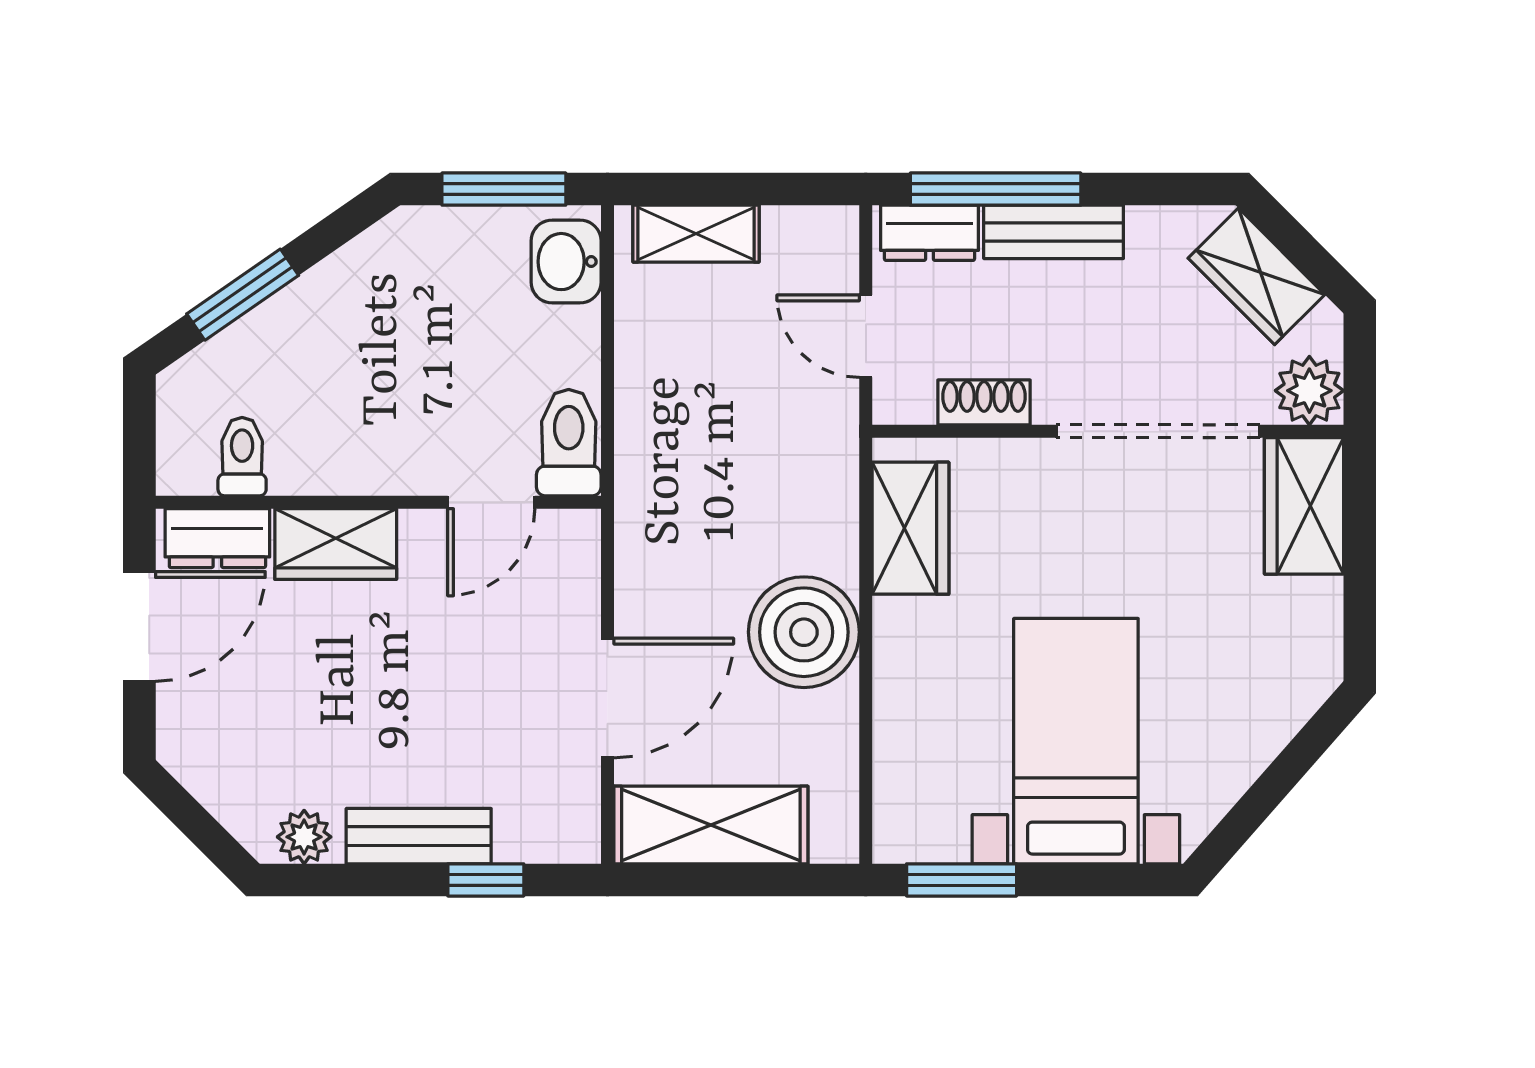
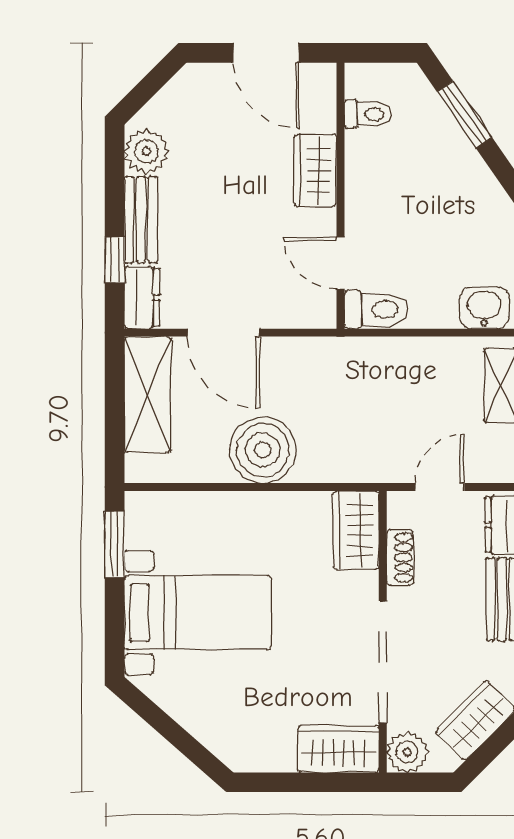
wardrobe: (911, 528) -> (356, 530), moved, turned 90
dresser: (217, 538) -> (142, 298), moved, turned 180
plant: (304, 837) -> (146, 151), width x1.38, depth x1.38

